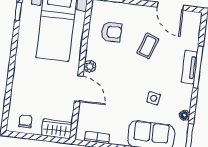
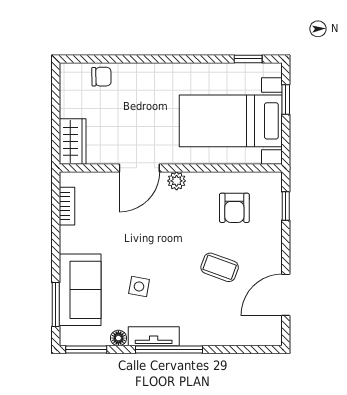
tv unit: (189, 67) -> (154, 336), moved
window: (198, 67) -> (169, 350), moved
chair: (26, 121) -> (101, 77), moved

